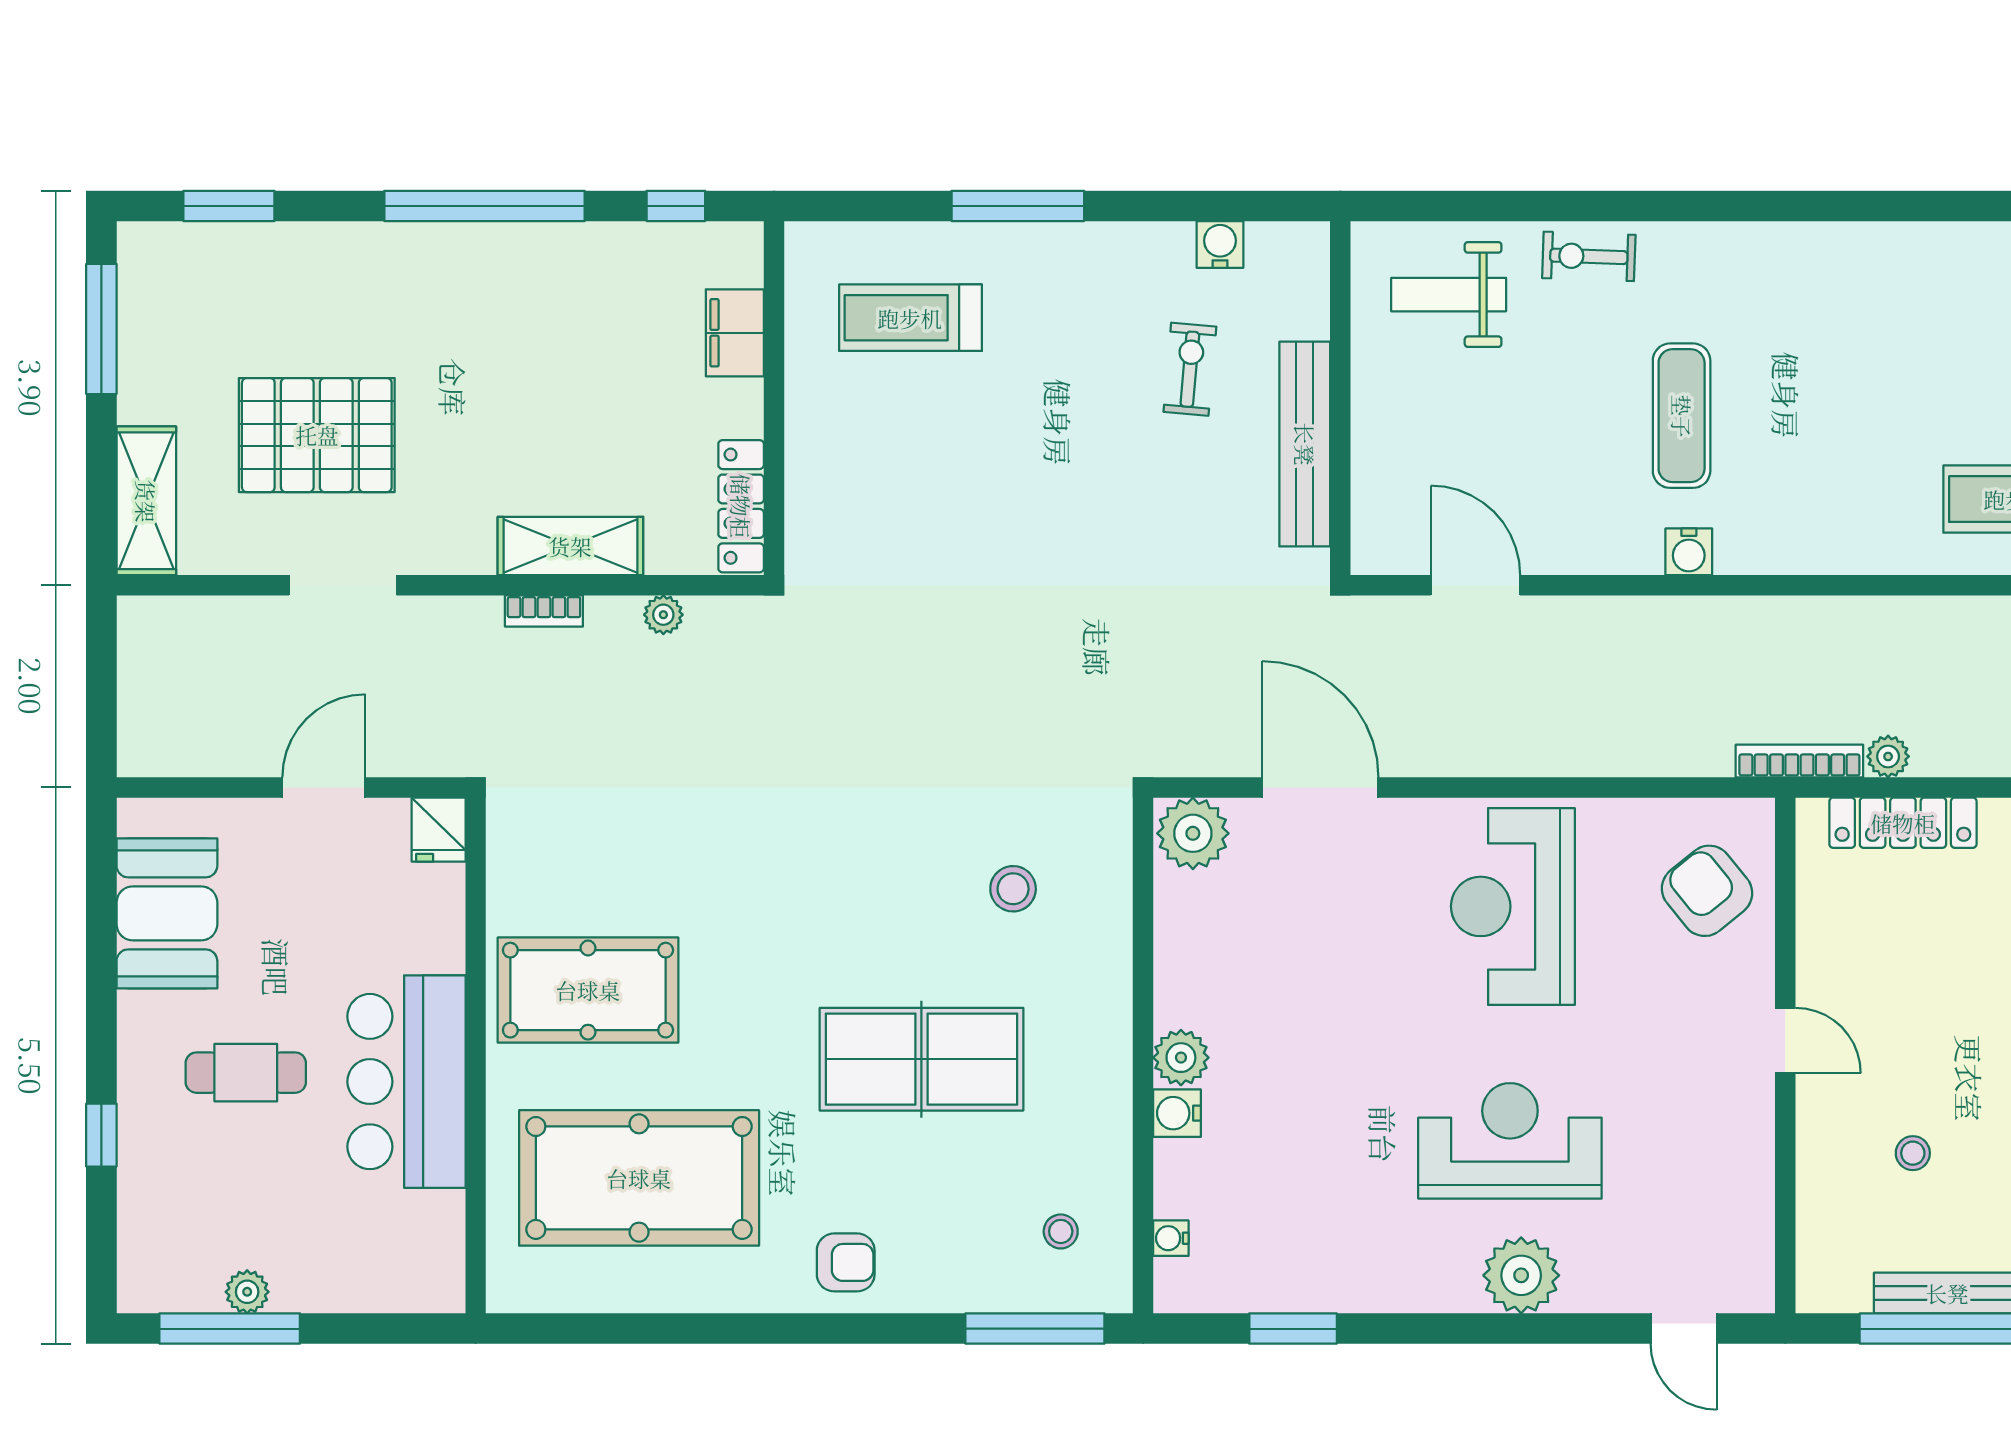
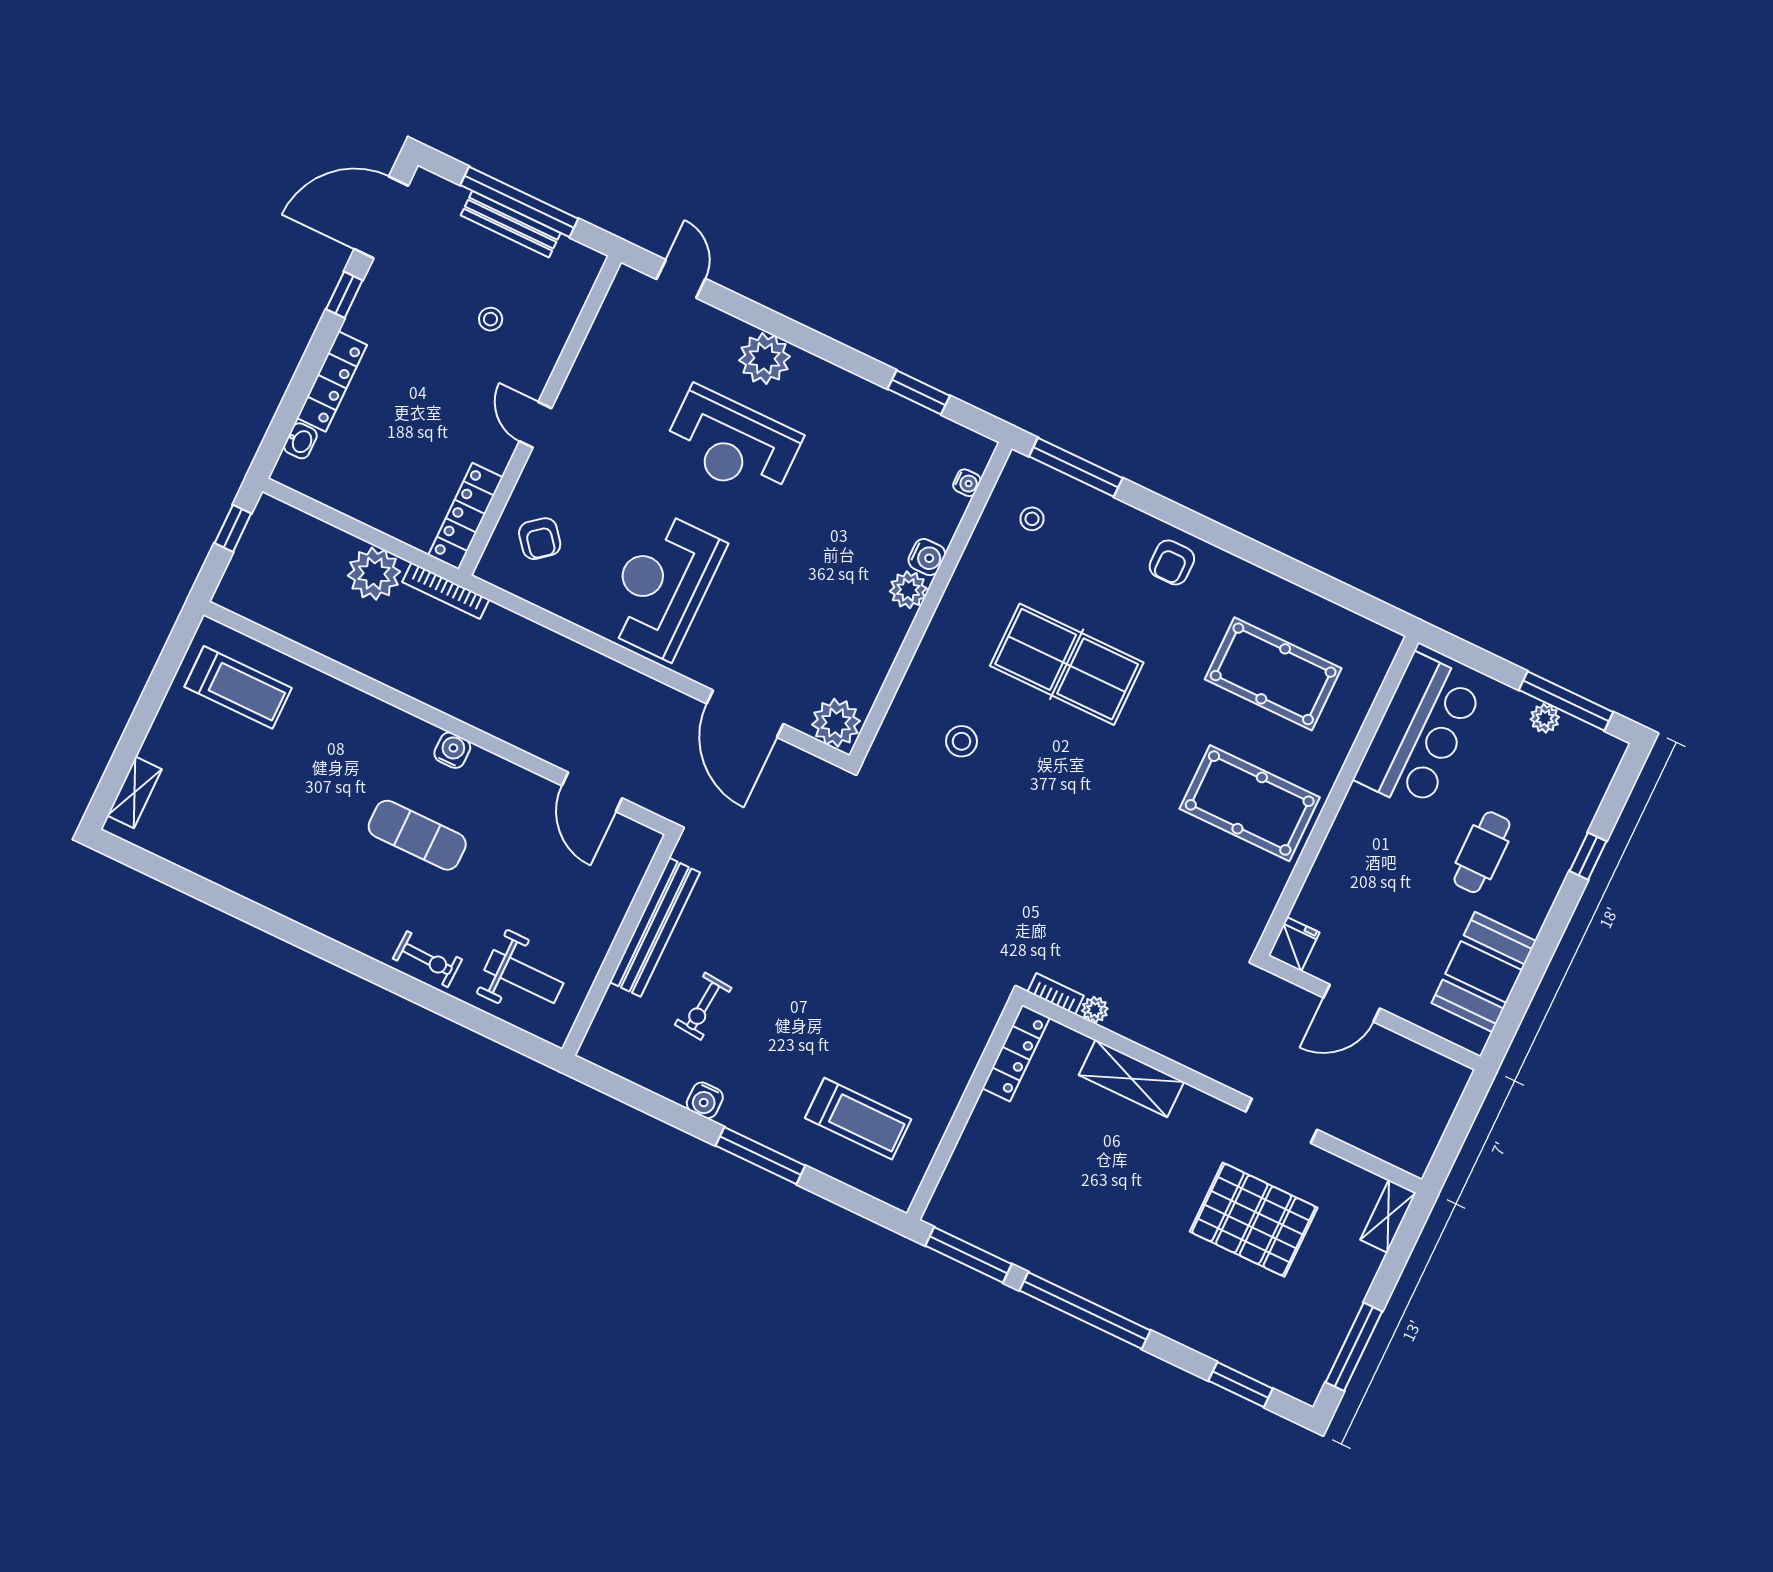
window: (676, 206) -> (968, 1255), width x2.17
water cooler: (1220, 244) -> (705, 1100), moved
filing cabinet: (735, 333) -> (969, 1161), removed
exercise mat: (1682, 416) -> (417, 835), turned 90
shelving: (146, 501) -> (1388, 1216), width x0.67, depth x0.75
bookcase: (544, 611) -> (1056, 994), moved
plant: (1888, 756) -> (374, 574), width x1.88, depth x1.88
locker: (1903, 823) -> (466, 516), moved, turned -90
armchair: (1707, 891) -> (540, 539), width x0.72, depth x0.72
reception desk: (1513, 906) -> (662, 585), turned 180
cafe table: (246, 1073) -> (1482, 852), turned 90
bar counter: (406, 1082) -> (1419, 732), moved
pool table: (639, 1178) -> (1273, 674), width x0.73, depth x0.76
armchair: (846, 1262) -> (1172, 562), turned -90

